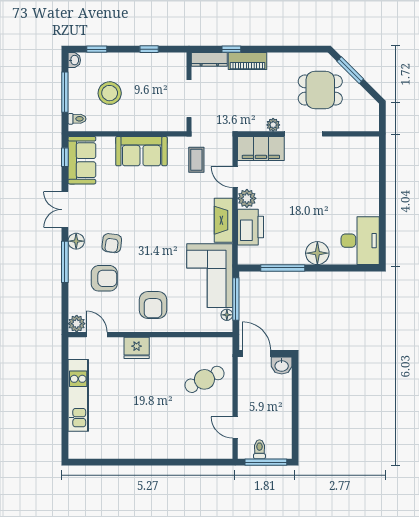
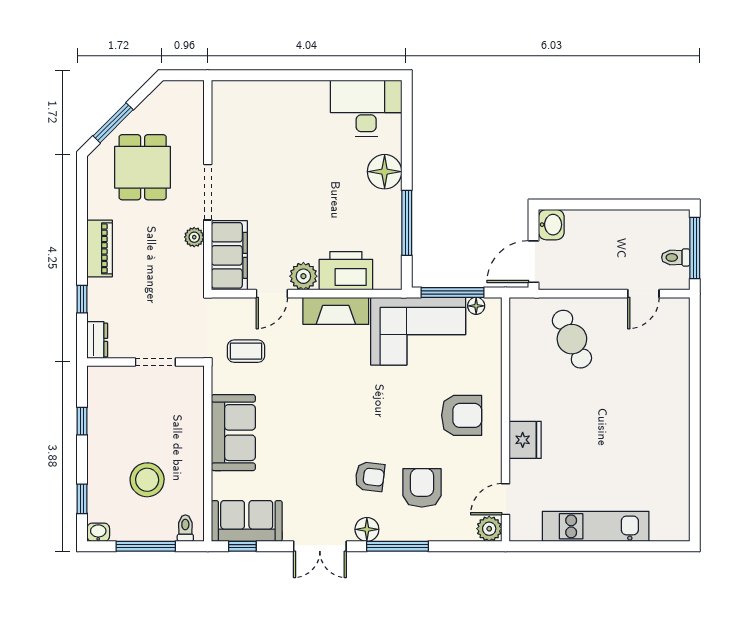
dresser: (209, 59) -> (97, 340), width x0.70
piano: (248, 61) -> (100, 248), moved
doorway: (189, 99) -> (155, 362), width x0.73

